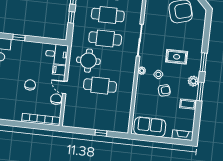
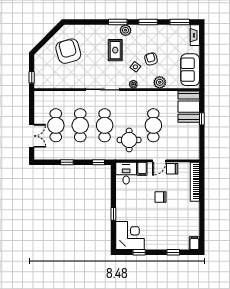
window: (71, 17) -> (98, 162), moved
plant: (193, 81) -> (125, 30), moved
plant: (141, 96) -> (160, 82), added
coffee table: (188, 104) -> (162, 33), removed
booth: (114, 122) -> (189, 107), added
window: (197, 122) -> (180, 22), added

